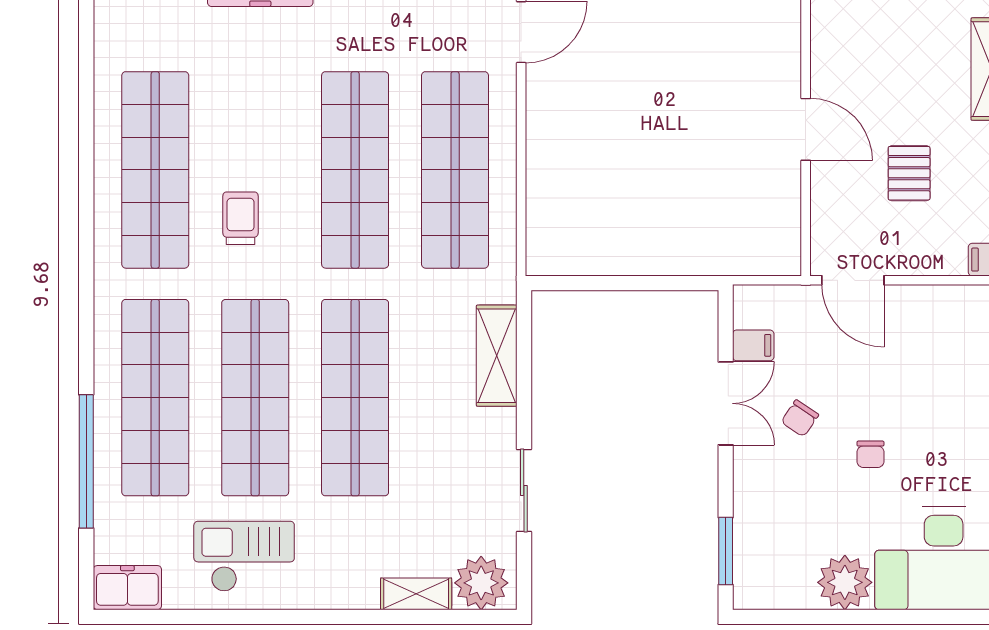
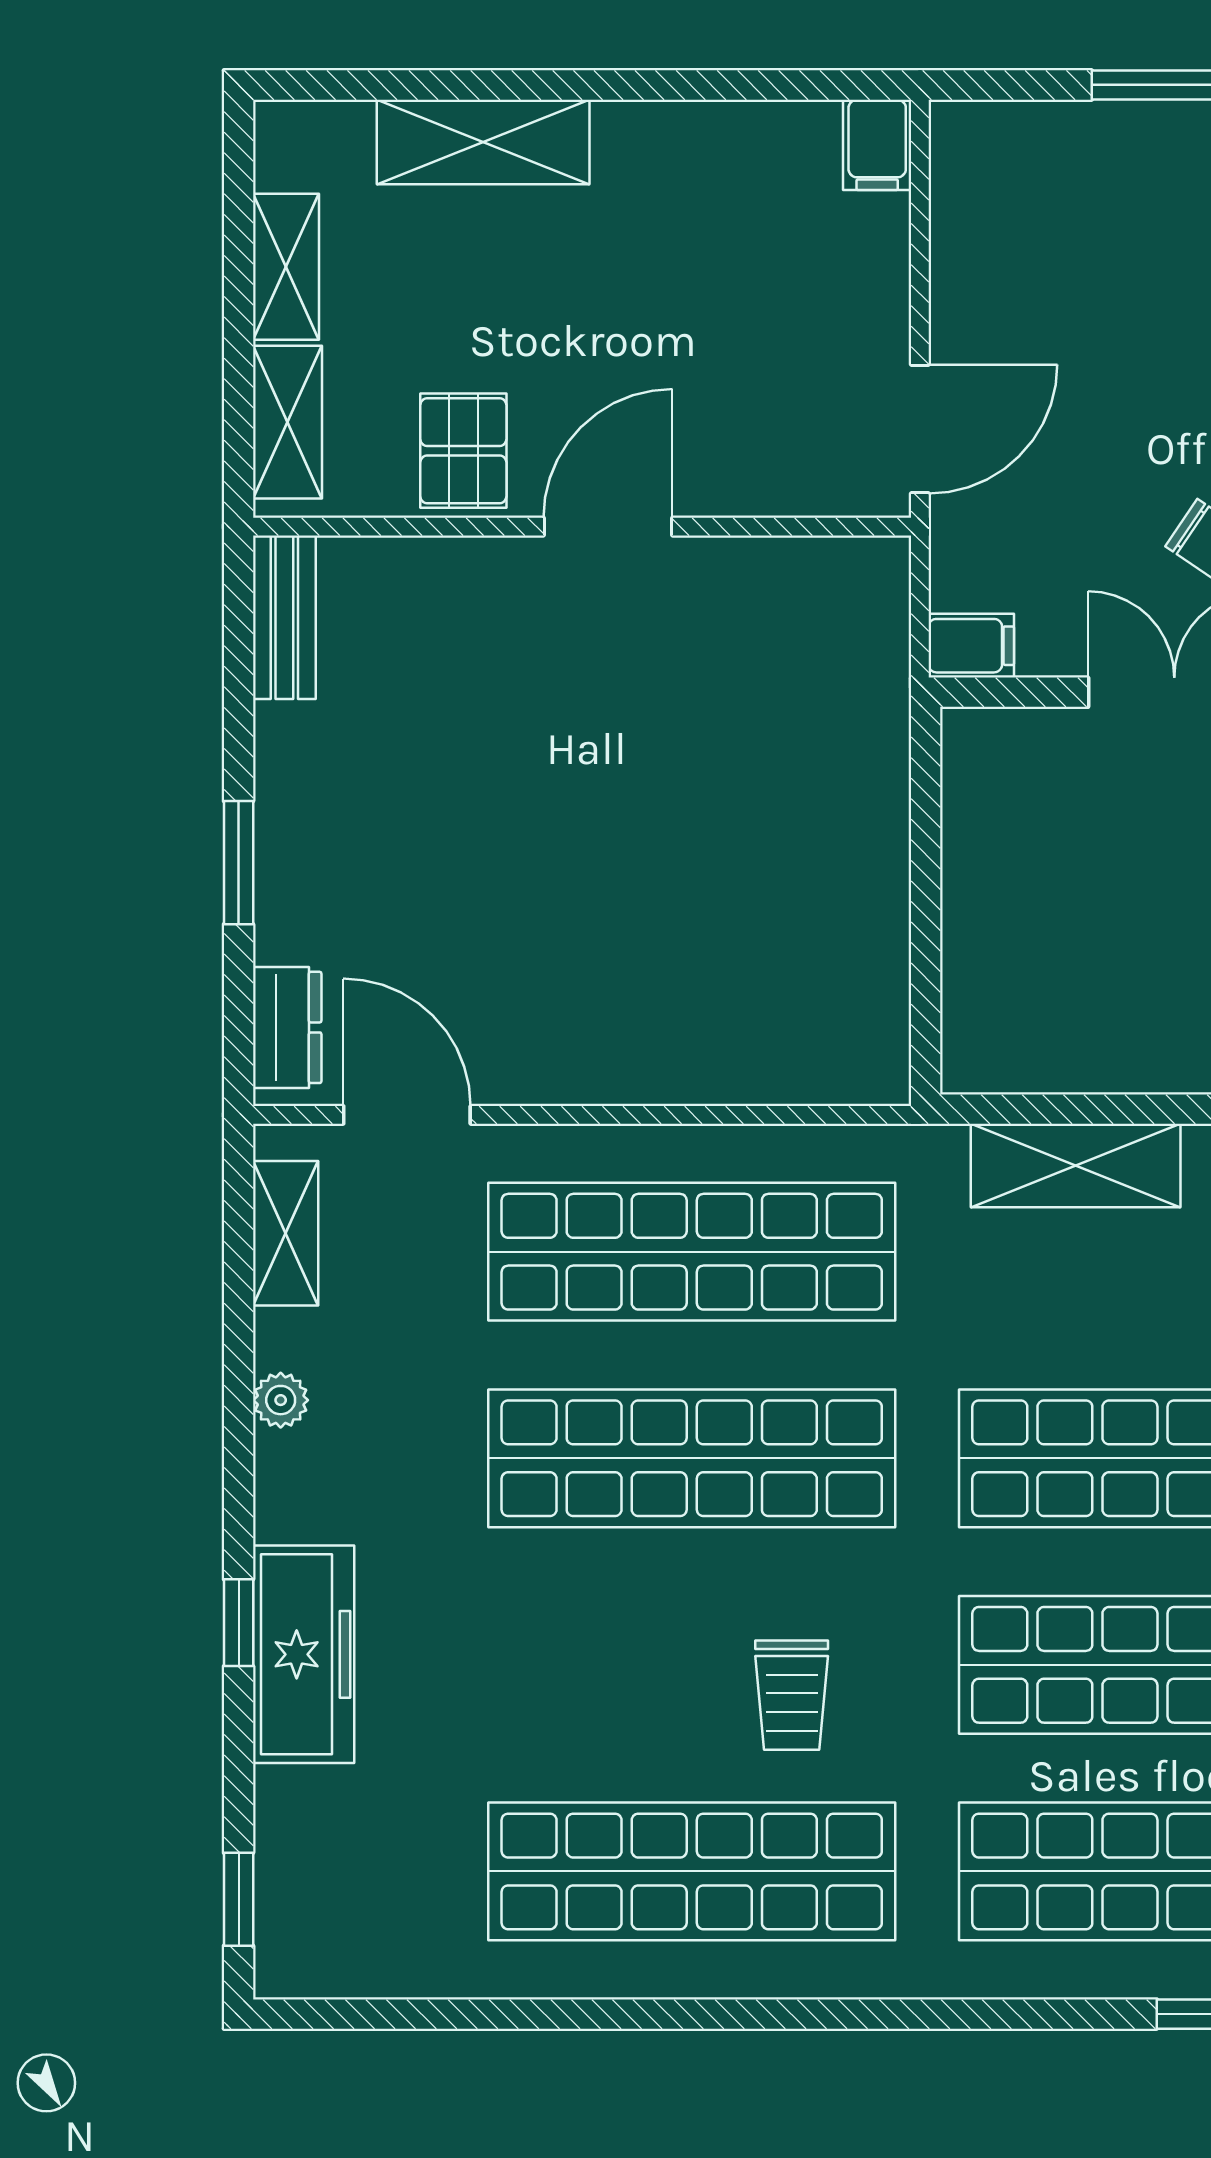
pallet: (909, 173) -> (463, 451), moved, turned 90
trolley: (240, 218) -> (792, 1695), turned -90
filing cabinet: (753, 345) -> (971, 646), moved, turned 90

